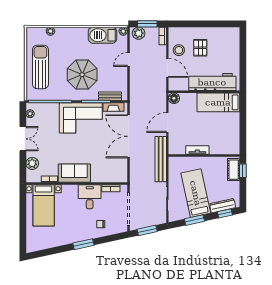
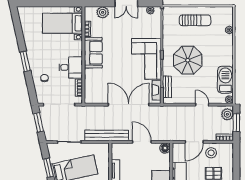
sun lounger: (40, 67) -> (195, 20), width x0.73, depth x0.75

